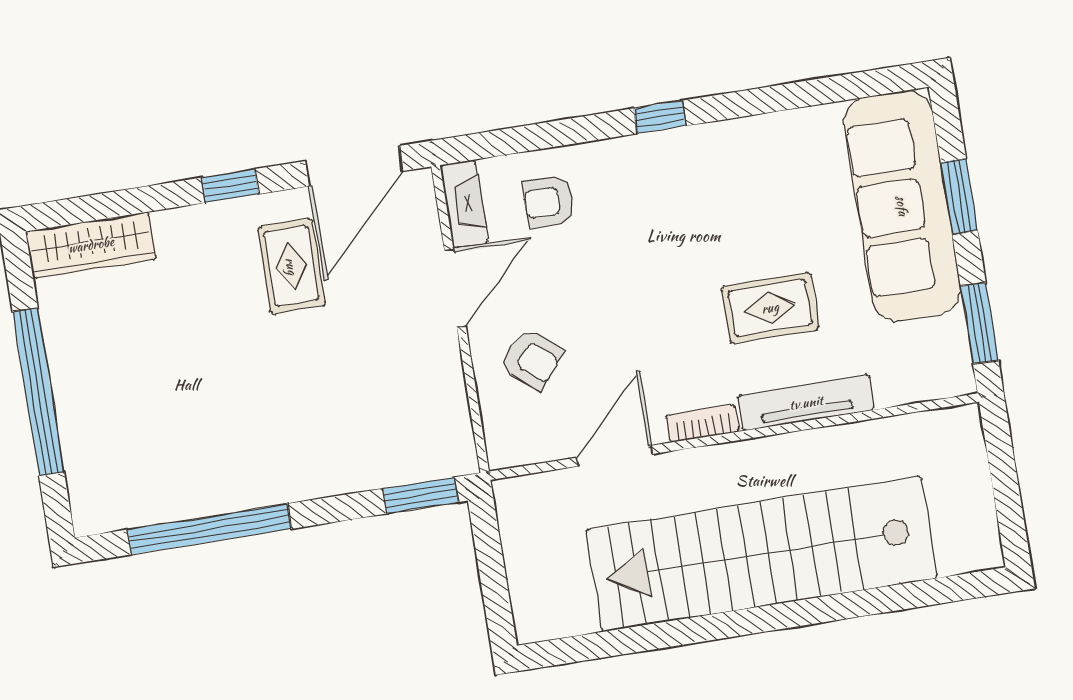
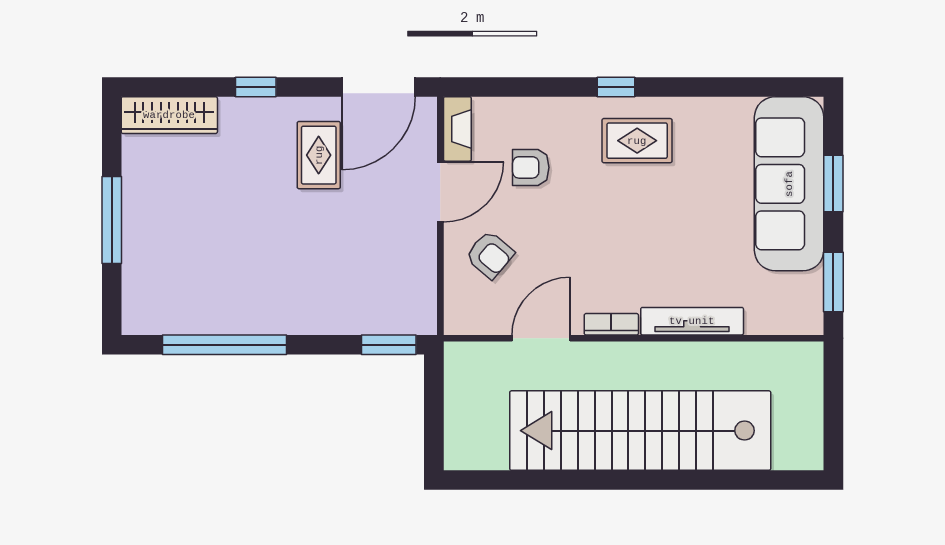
window: (230, 186) -> (256, 87), moved
armchair: (549, 202) -> (531, 167), moved
rug: (770, 308) -> (637, 141), moved
window: (38, 392) -> (112, 220), width x0.68

